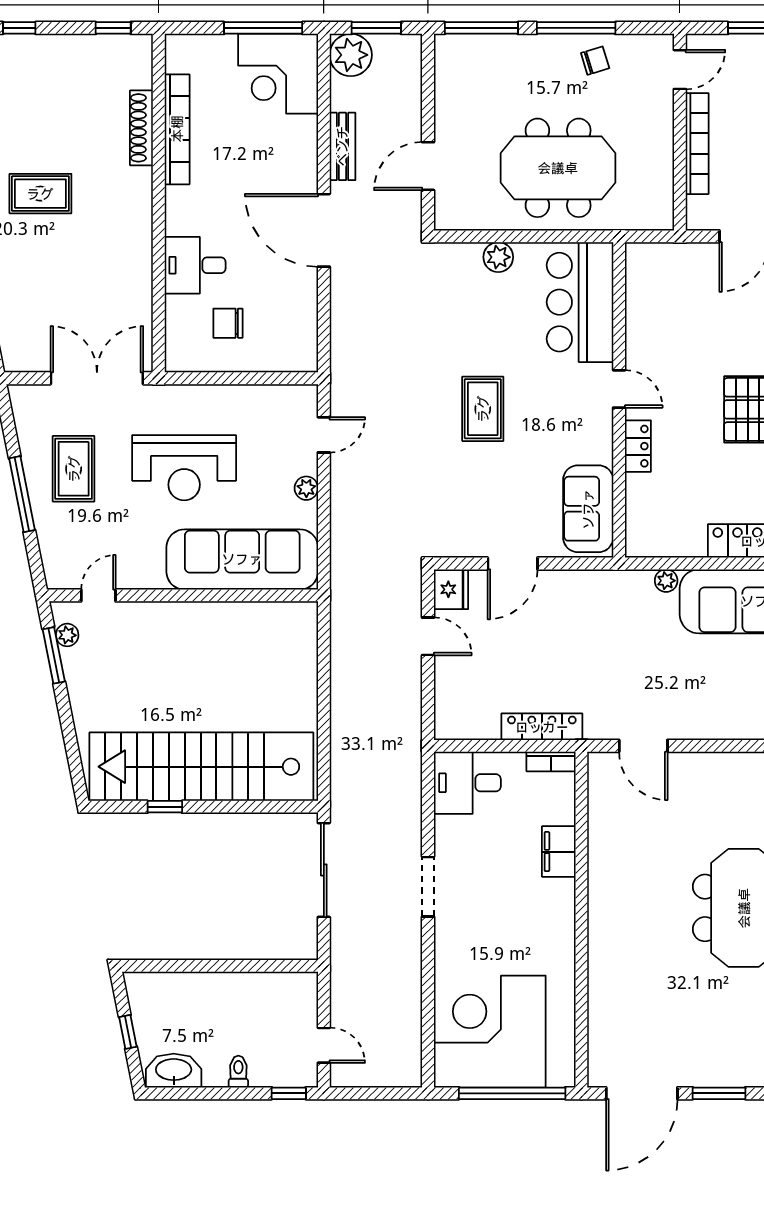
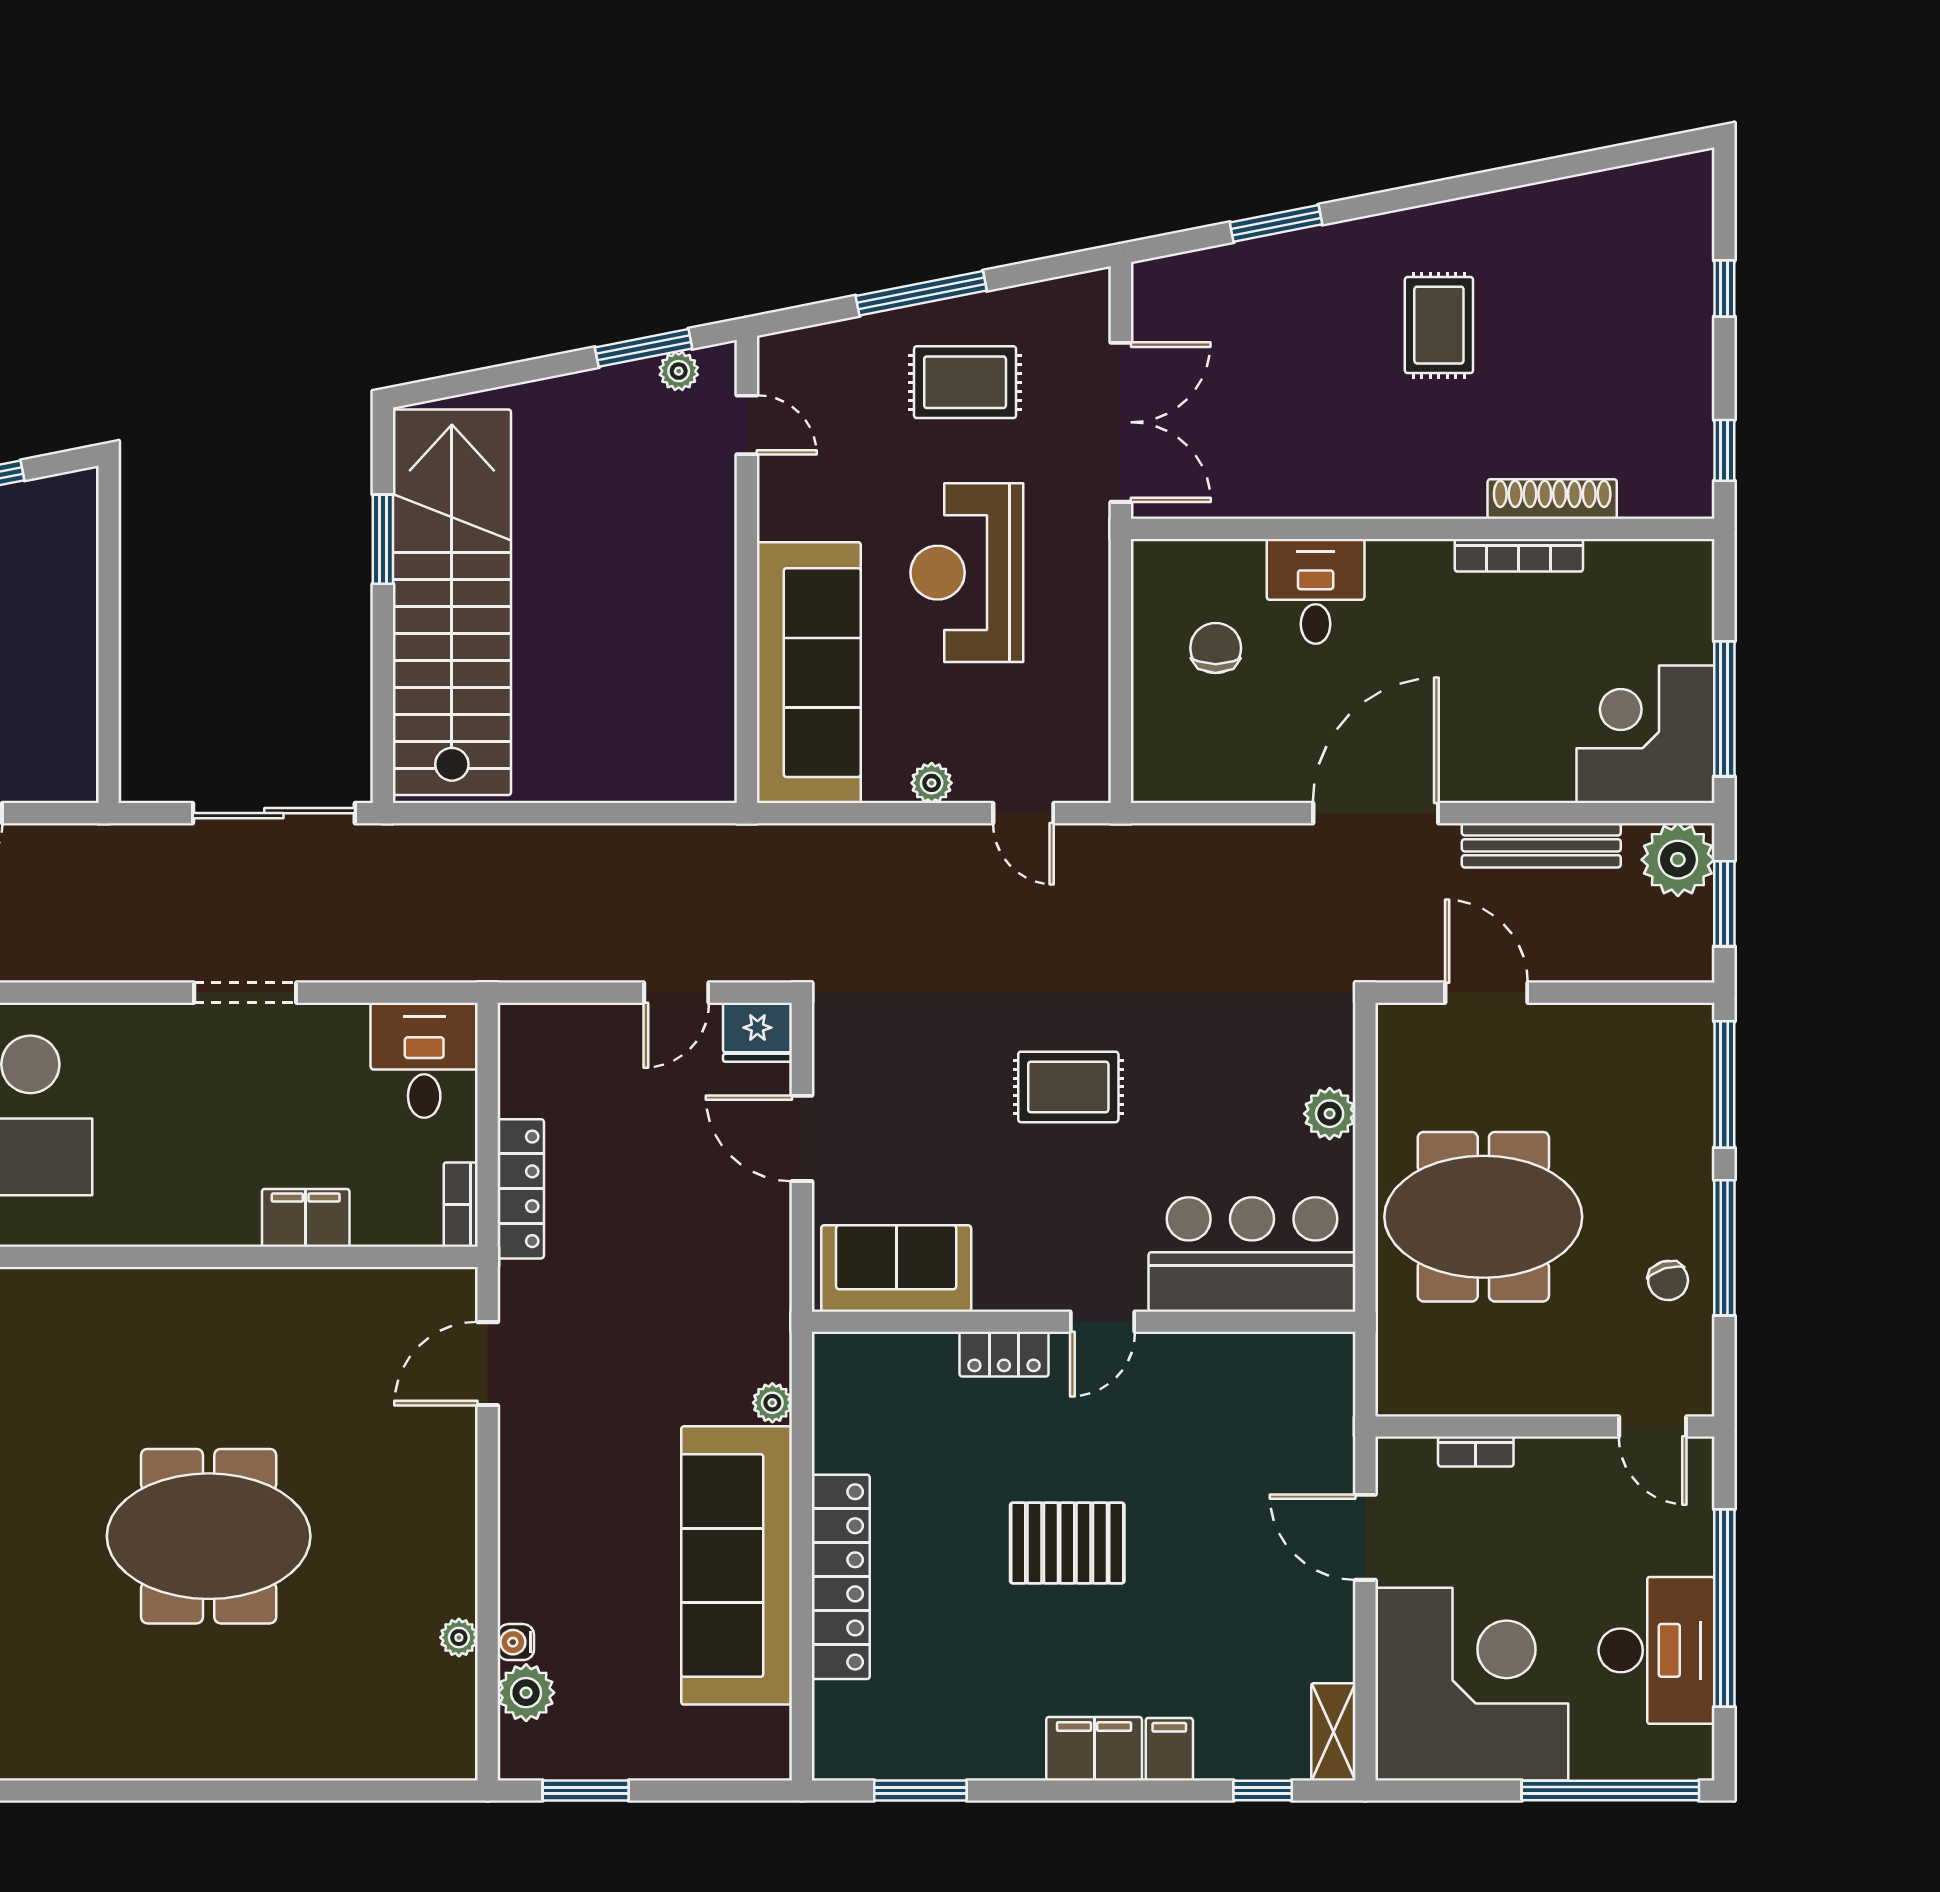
bookcase: (177, 129) -> (1519, 555), width x0.68, depth x0.76
bookcase: (697, 144) -> (1476, 1452), width x0.43, depth x0.76
bench: (342, 146) -> (1541, 845), width x1.36
meeting table: (558, 168) -> (1483, 1217), turned 90
window: (165, 807) -> (383, 539), width x1.50

